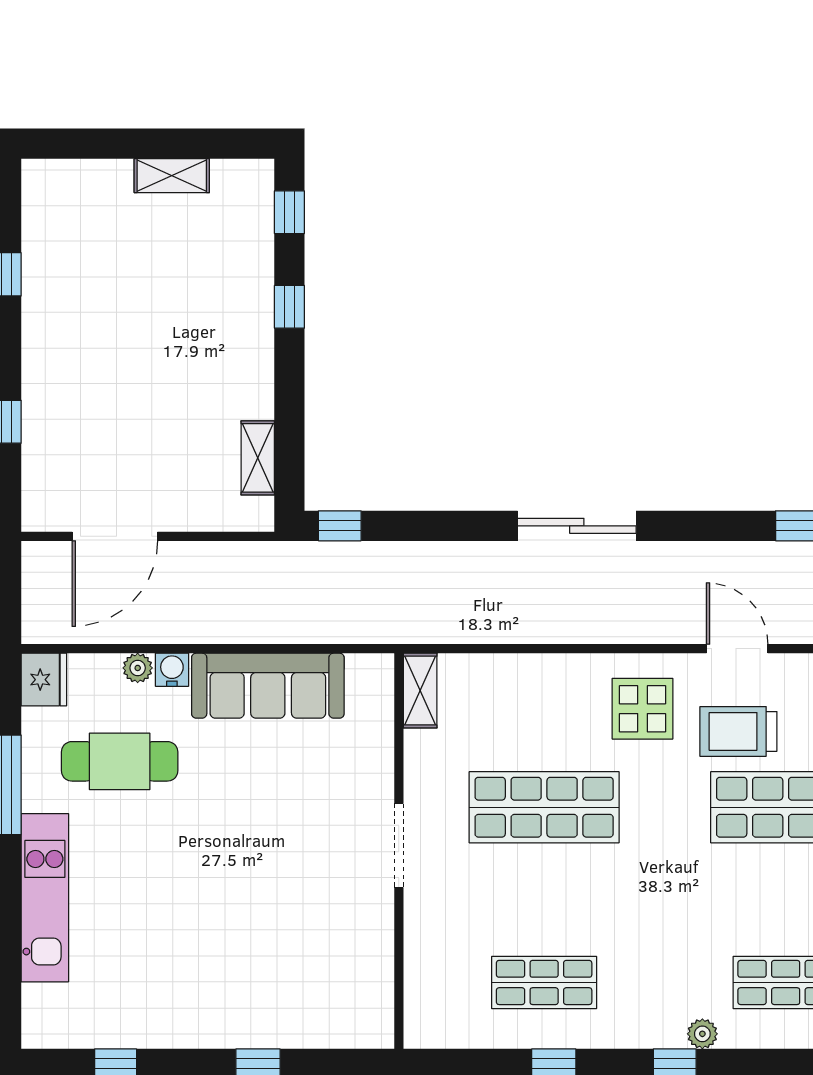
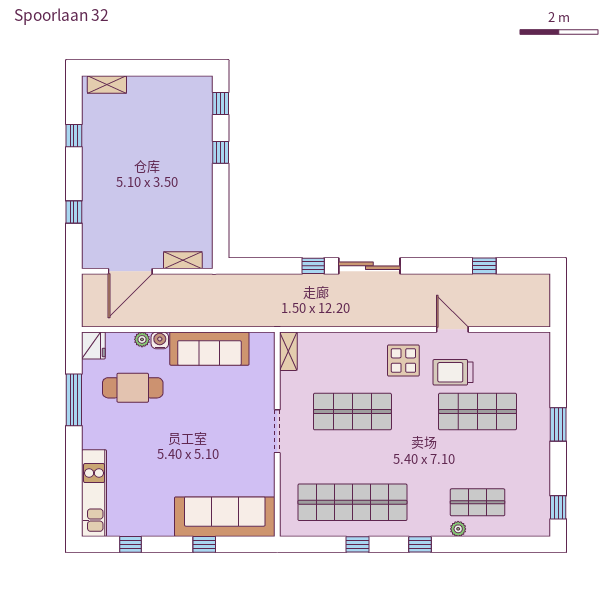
shelving: (172, 176) -> (107, 85), moved
shelving: (258, 458) -> (183, 260), moved, turned 90
window: (340, 526) -> (313, 266), moved
kitchen unit: (45, 898) -> (94, 493), moved
shop shelf: (544, 982) -> (352, 502), width x2.00, depth x1.36
sofa: (297, 1010) -> (225, 517), added
plant: (702, 1034) -> (458, 529), moved

